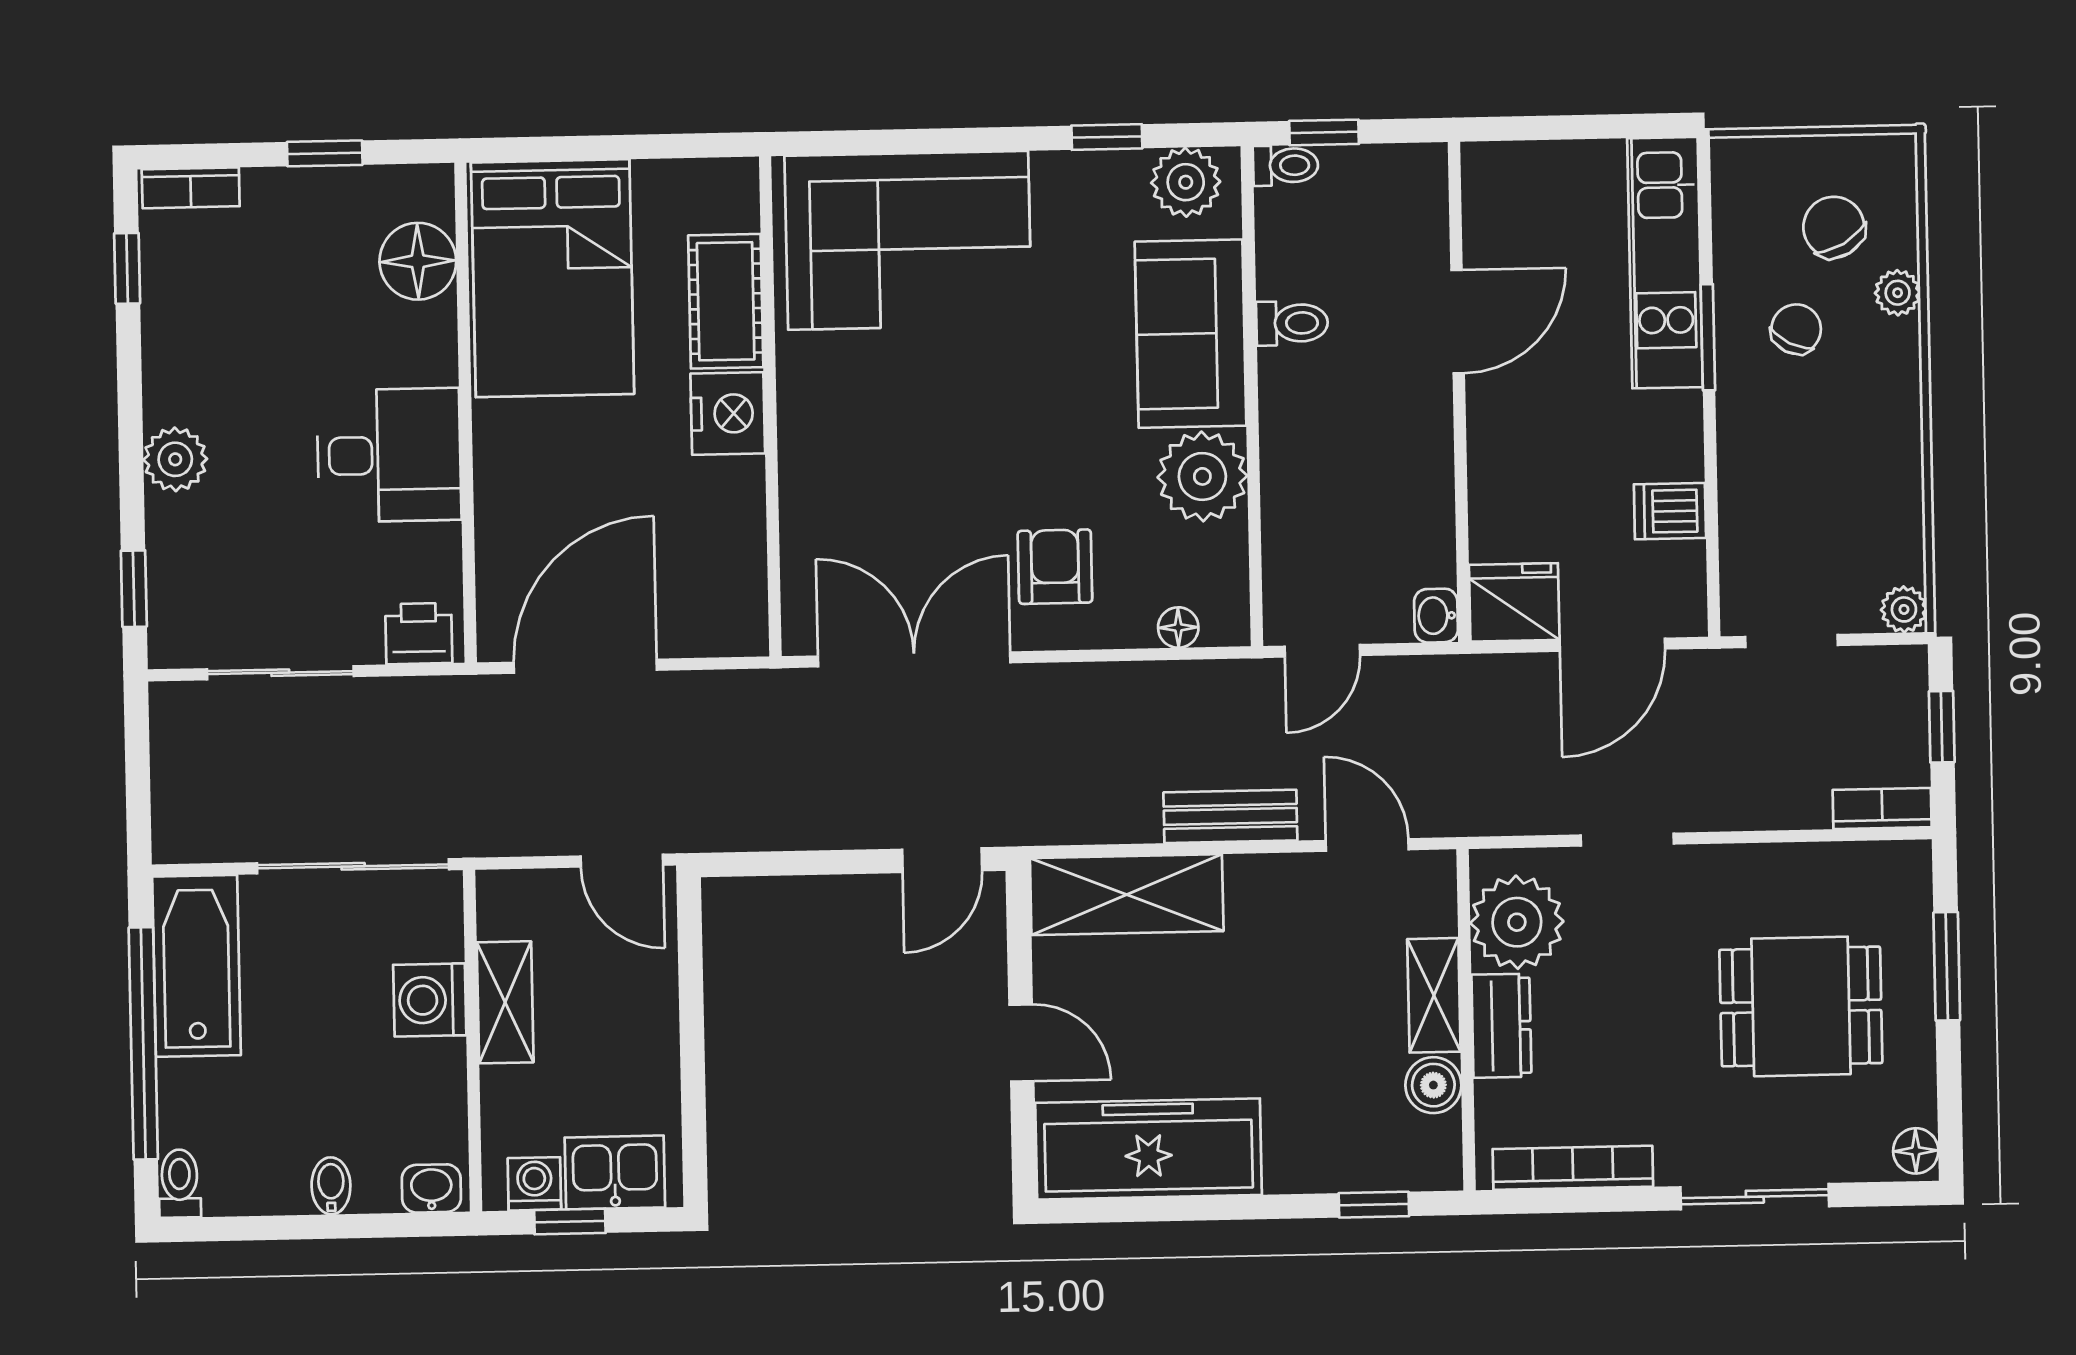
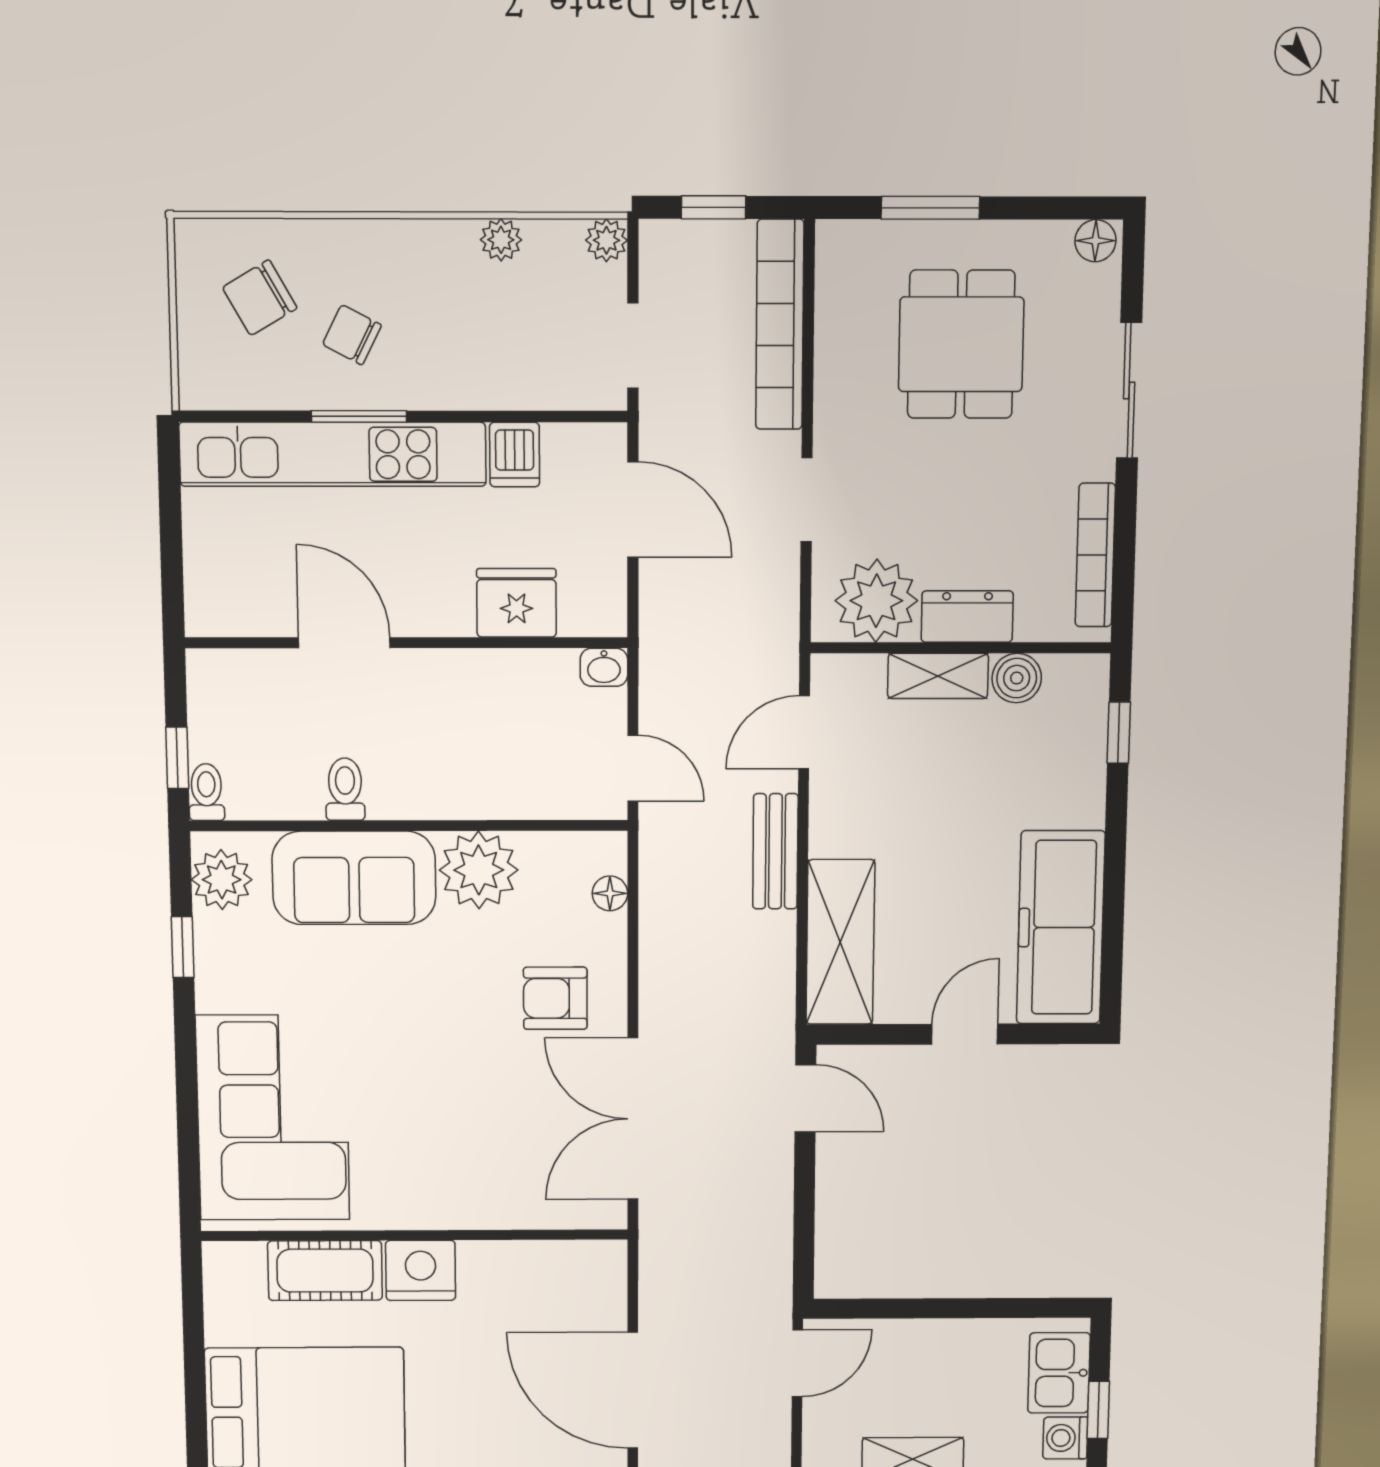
kitchen unit: (1665, 263) -> (333, 454), width x1.36
plant: (1898, 293) -> (501, 240), moved
fridge: (1514, 602) -> (516, 603), moved, turned 90
bookcase: (1882, 808) -> (780, 325), width x2.31, depth x1.31

